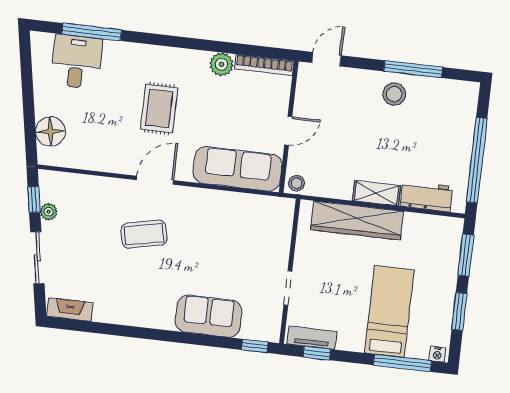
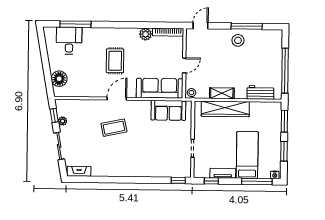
shelving: (377, 193) -> (222, 93), moved
sofa: (208, 316) -> (168, 110), moved, turned 180
tv unit: (312, 338) -> (223, 173), moved

